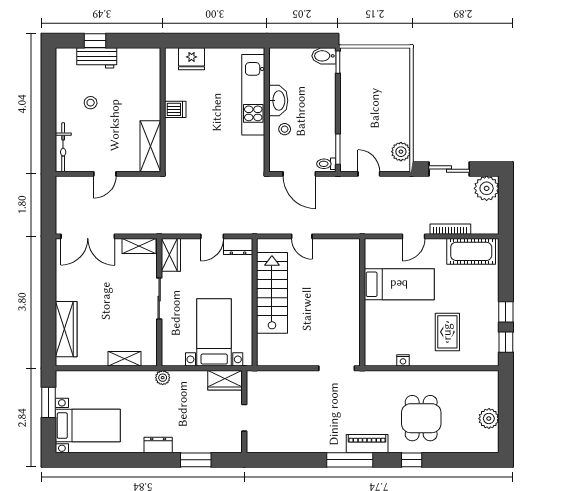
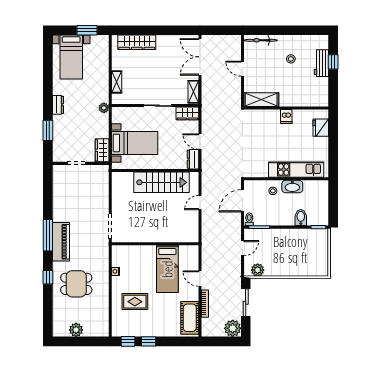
bidet: (324, 56) -> (301, 218), moved
piano: (367, 444) -> (61, 242), width x1.37, depth x1.33

